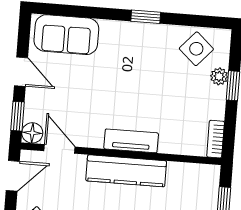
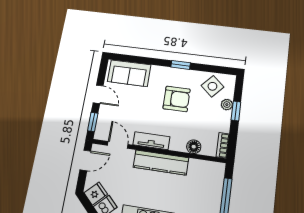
armchair: (143, 72) -> (177, 99), added
floor lamp: (32, 133) -> (194, 147), moved
tv unit: (131, 141) -> (151, 141), moved

